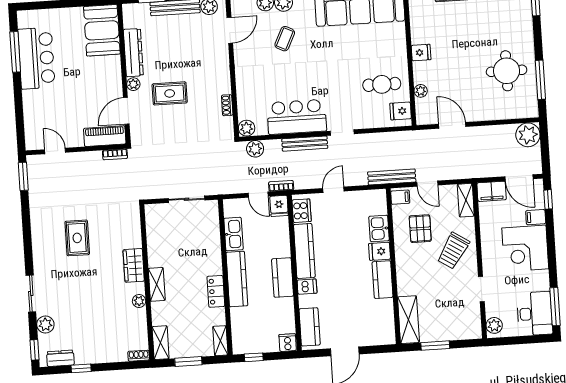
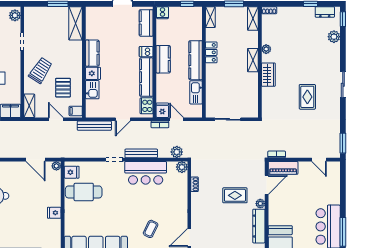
cafe table: (382, 84) -> (84, 192), width x1.37, depth x1.35
plant: (421, 91) -> (56, 166), moved
bench: (392, 177) -> (94, 126), moved
sliding door: (31, 293) -> (343, 85), moved

